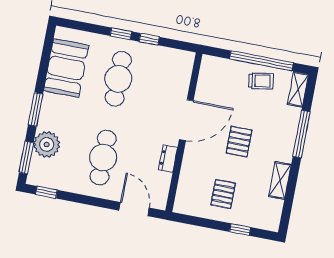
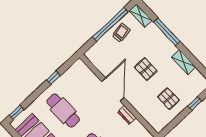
window: (121, 34) -> (17, 112), moved

